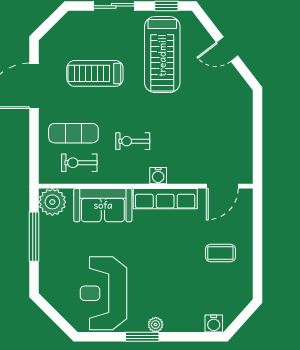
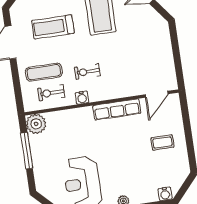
water cooler: (158, 176) -> (82, 98), moved
sofa: (103, 205) -> (73, 121), removed

